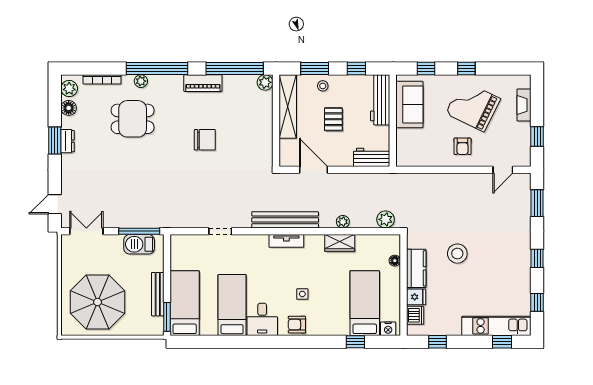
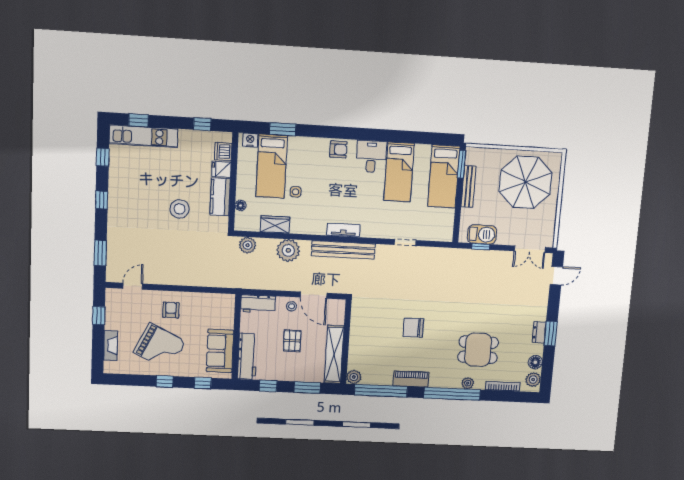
stool: (323, 86) -> (292, 306), moved
plant: (343, 222) -> (288, 250), width x1.88, depth x1.88
window: (139, 231) -> (481, 247), width x0.46
wardrobe: (340, 243) -> (275, 224), moved
side table: (302, 294) -> (296, 192), moved
window: (355, 342) -> (283, 129), width x1.50

